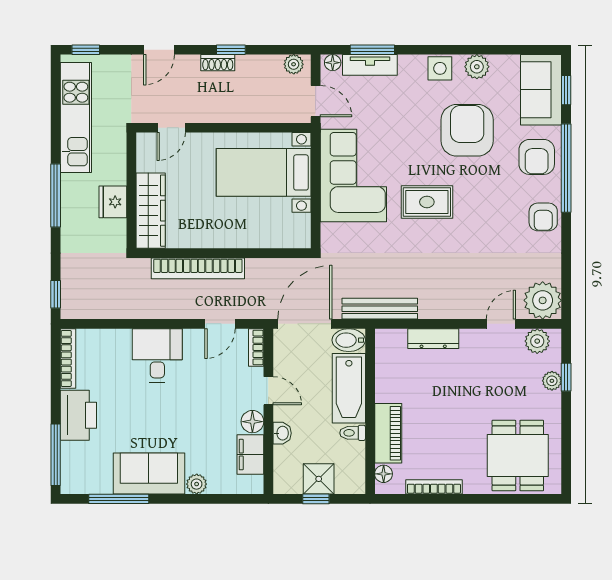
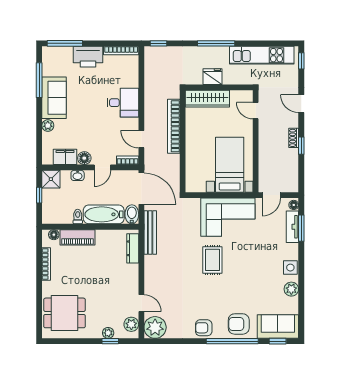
plant: (294, 64) -> (293, 182), removed
armchair: (467, 130) -> (254, 283), removed
dresser: (433, 339) -> (133, 248), moved
shower: (319, 479) -> (51, 179), moved

